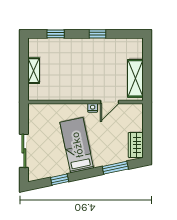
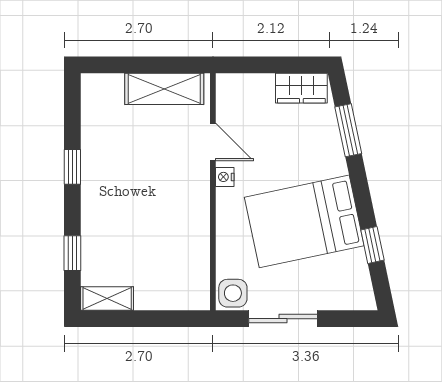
shelving: (34, 71) -> (107, 298), moved
side table: (36, 112) -> (233, 293), added
bed: (77, 145) -> (304, 221), width x1.50
sliding door: (24, 151) -> (283, 319), moved

